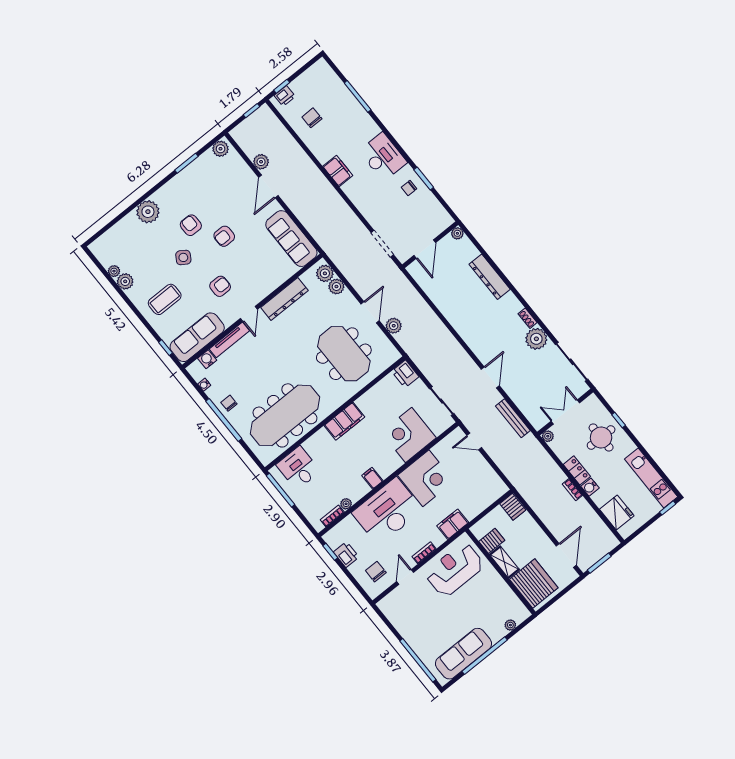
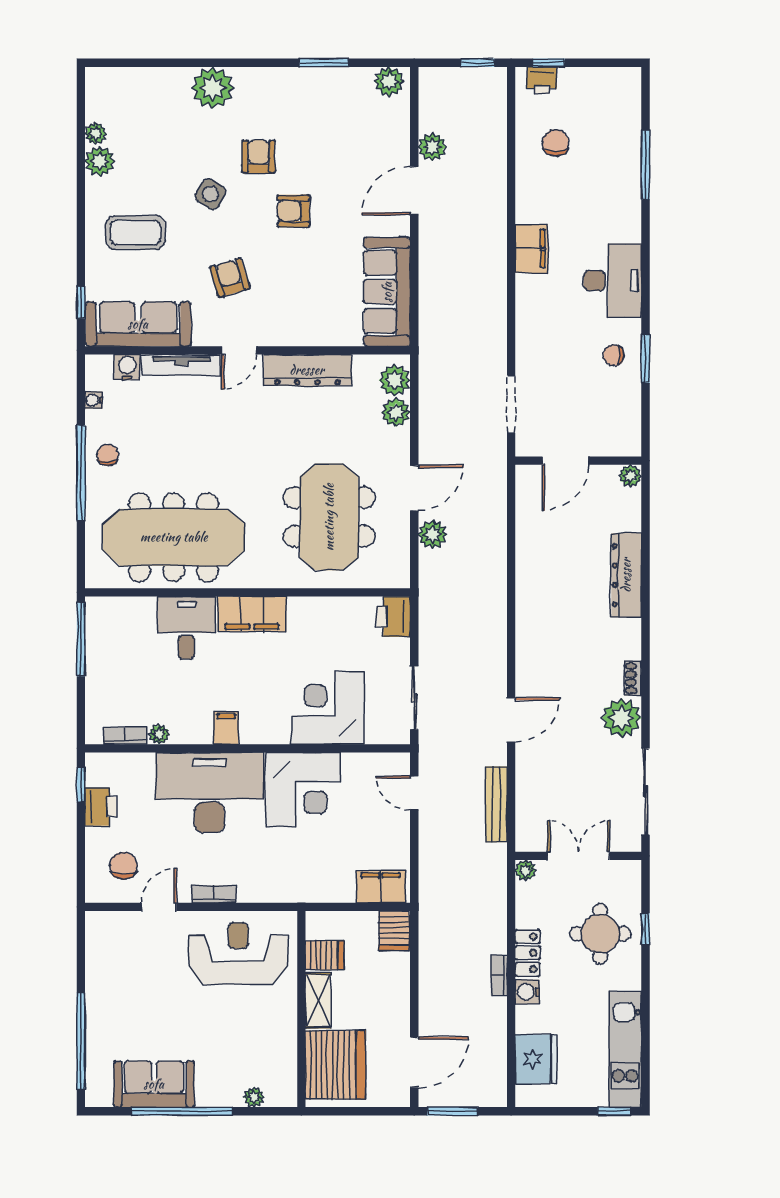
armchair: (220, 286) -> (230, 278), turned -107
desk: (298, 468) -> (187, 628), moved
filing cabinet: (453, 524) -> (381, 887), moved
sofa: (463, 654) -> (154, 1084), width x0.73

